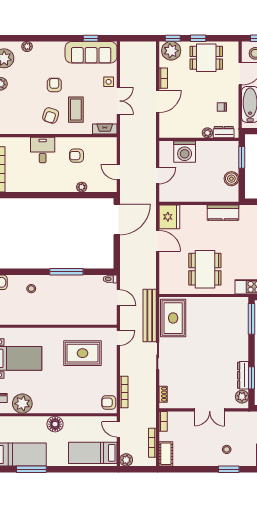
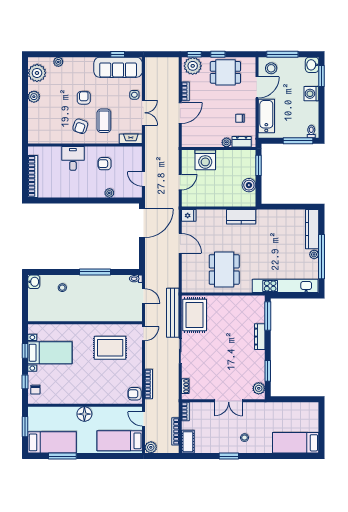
fridge: (169, 217) -> (189, 215), width x0.53, depth x0.75
dresser: (243, 375) -> (260, 337), moved
plant: (22, 404) -> (54, 395), removed
window: (229, 469) -> (229, 456), moved

